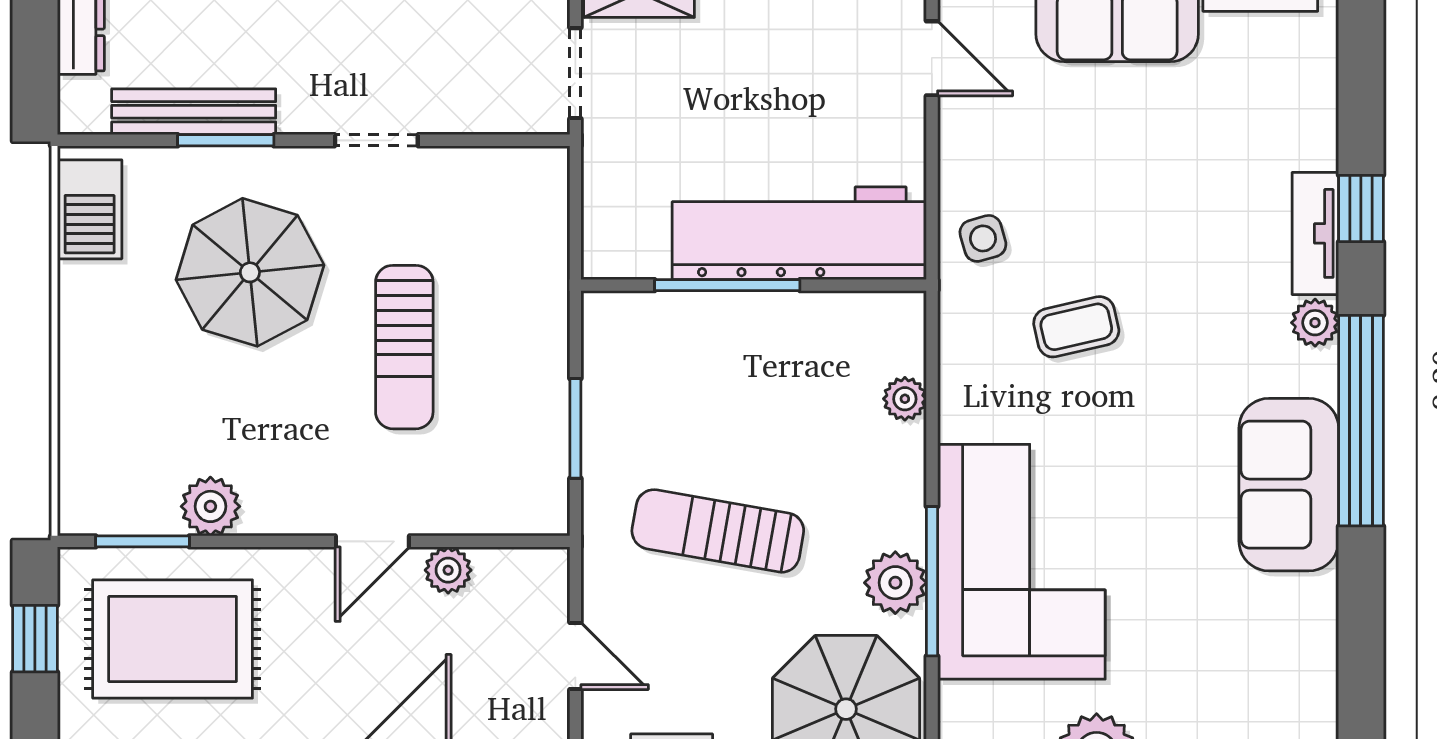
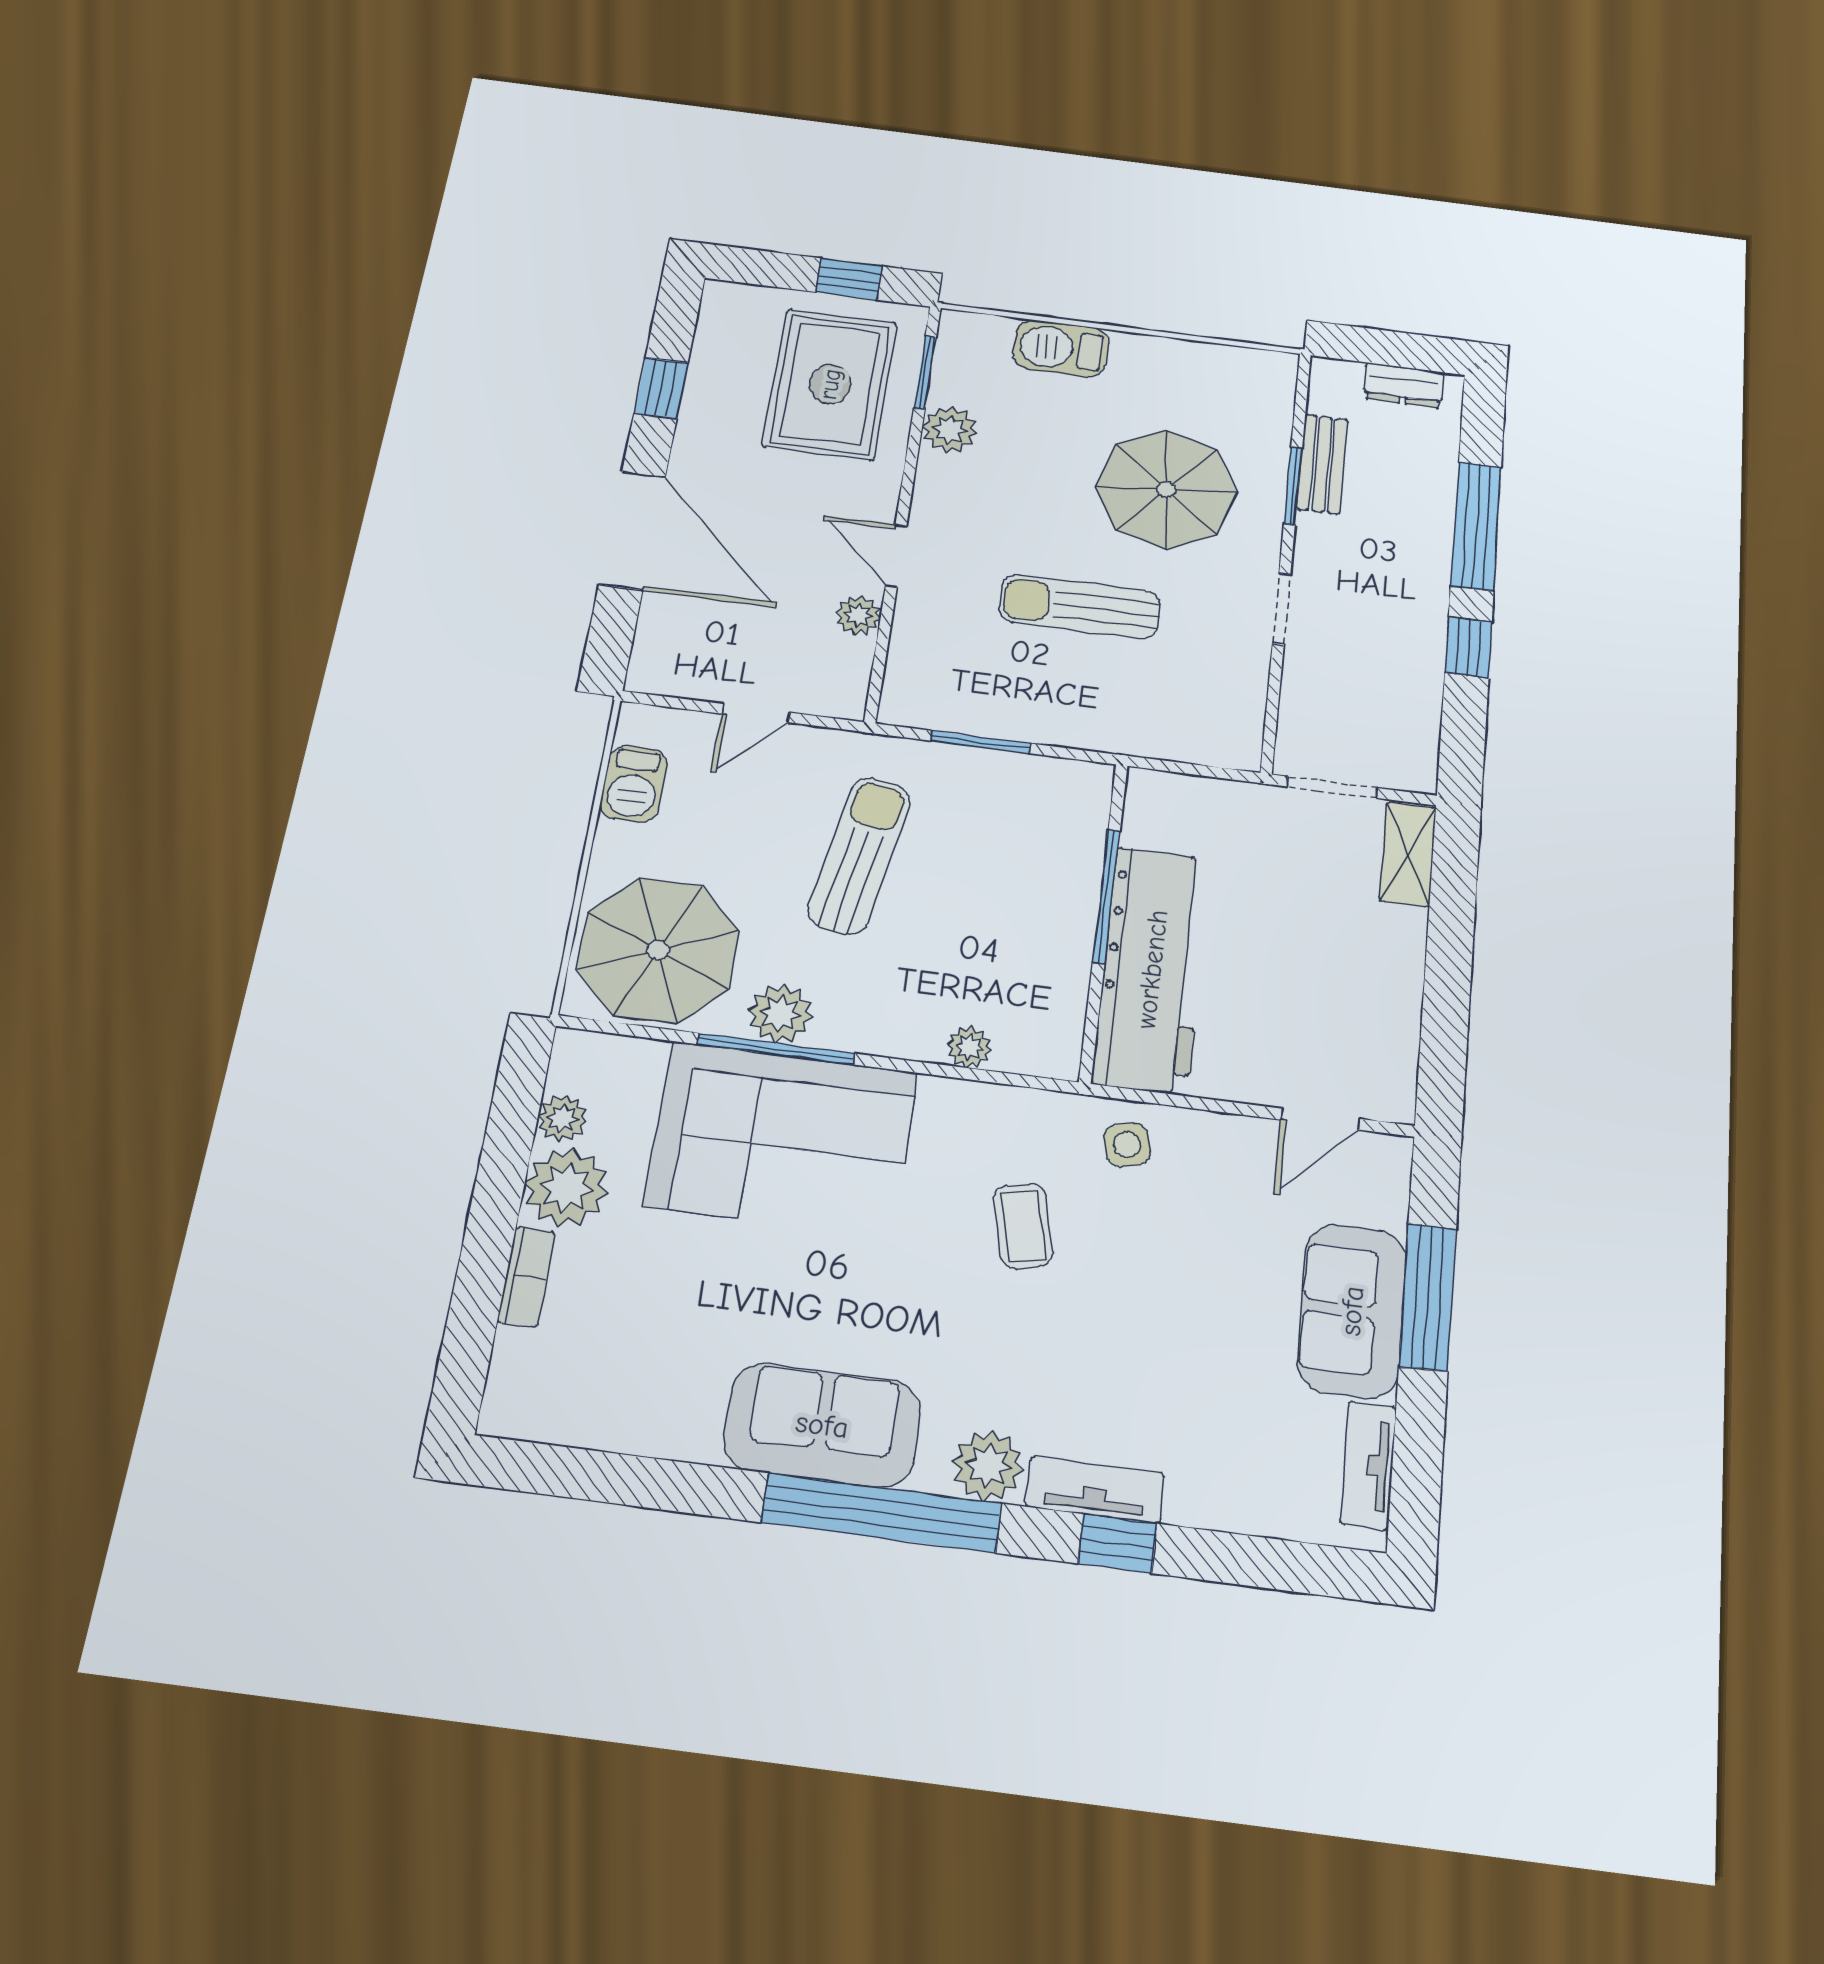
bench: (194, 112) -> (1322, 464), width x0.73
barbecue: (90, 209) -> (1061, 348), moved
plant: (1315, 323) -> (988, 1466), width x1.38, depth x1.38

